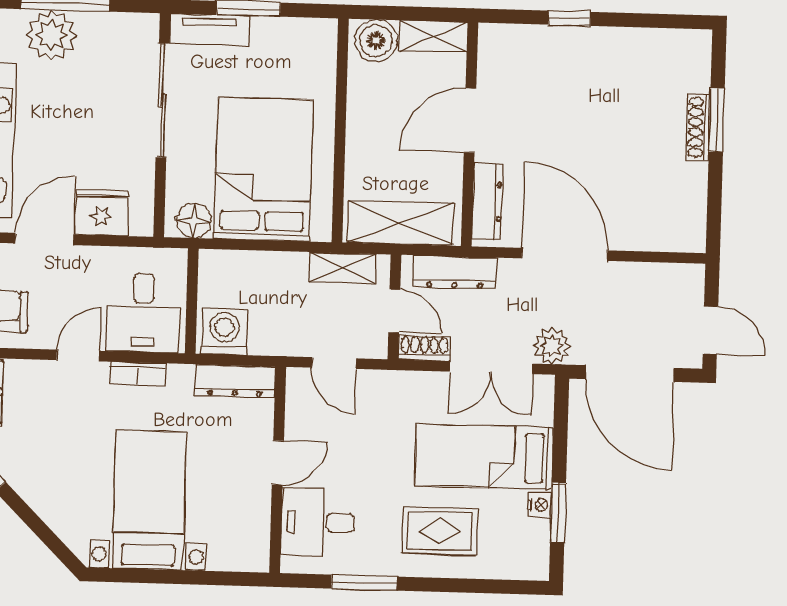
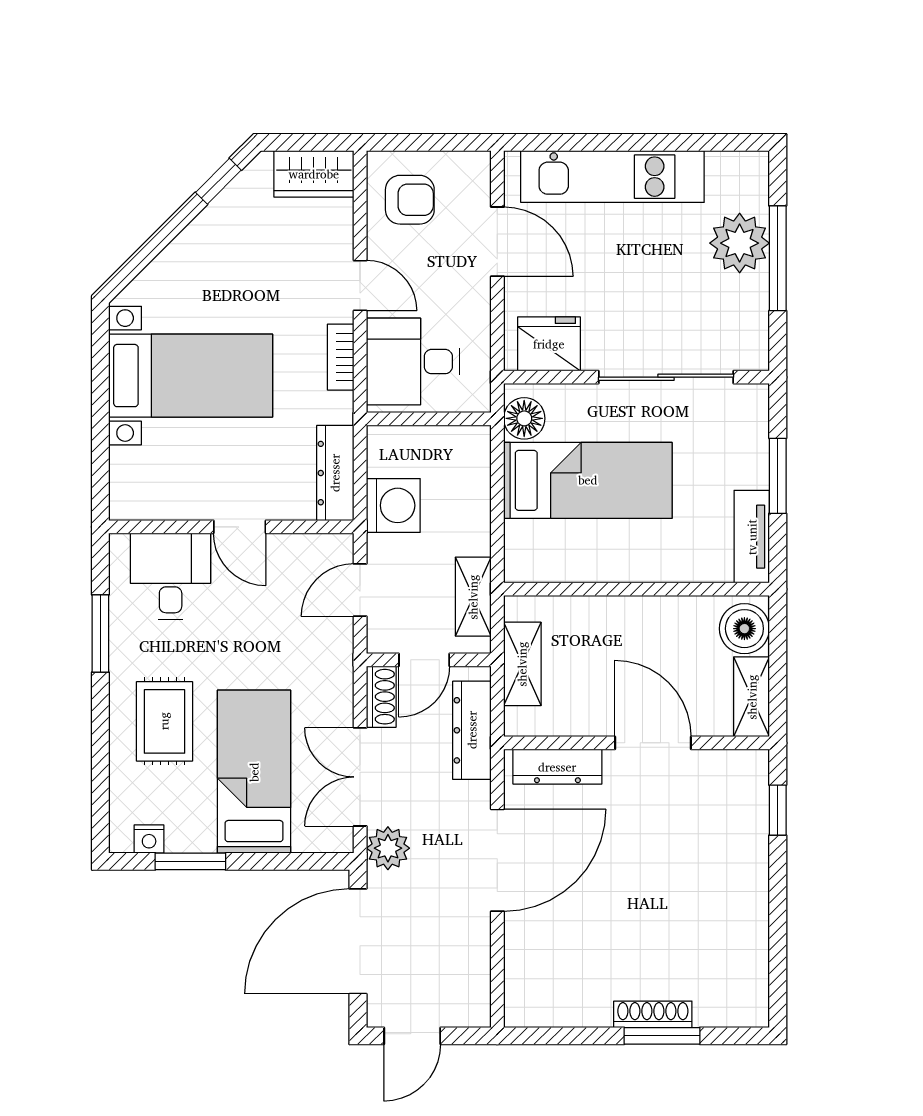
window: (569, 18) -> (778, 810), moved
tv unit: (209, 29) -> (752, 537), moved
bed: (263, 169) -> (588, 480), width x0.67
fridge: (102, 213) -> (549, 344), moved, turned -90
shelving: (400, 223) -> (522, 664), width x0.67, depth x0.75
washing machine: (224, 332) -> (393, 505), moved
nightstand: (539, 505) -> (149, 839), moved

